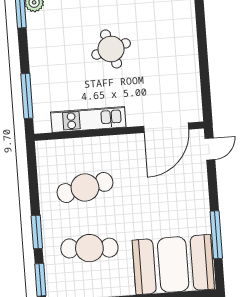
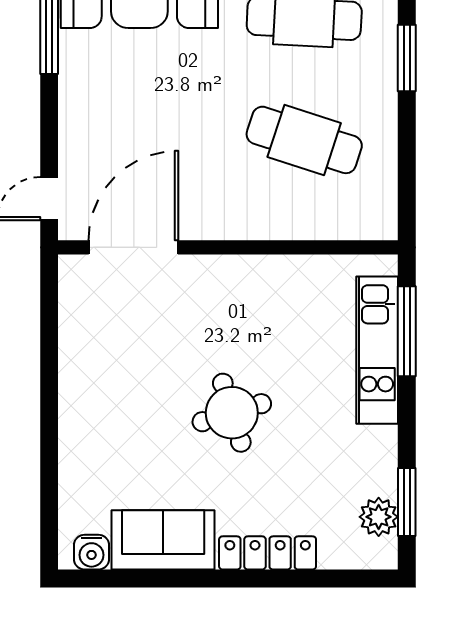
kitchen unit: (88, 119) -> (377, 350), moved, turned 90
cafe table: (85, 187) -> (304, 140), turned 30

